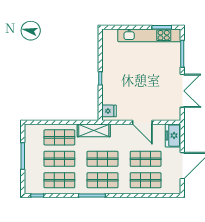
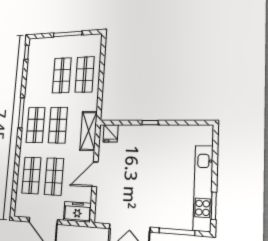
shelving: (94, 130) -> (89, 131), moved
shop shelf: (59, 180) -> (40, 76), removed

